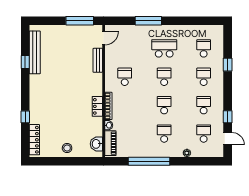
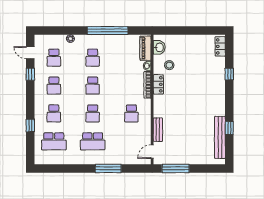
school desk: (204, 48) -> (54, 141), width x1.85
locker: (34, 140) -> (220, 46), width x0.66
stool: (67, 148) -> (169, 65), moved

